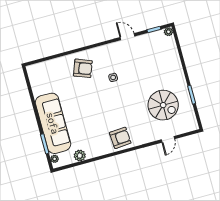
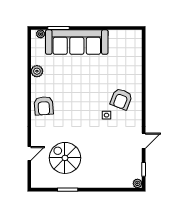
armchair: (83, 68) -> (121, 99), moved
spiral stairs: (163, 105) -> (65, 158), turned 90
door: (168, 139) -> (29, 153), swing flipped
plant: (80, 156) -> (37, 71), moved

